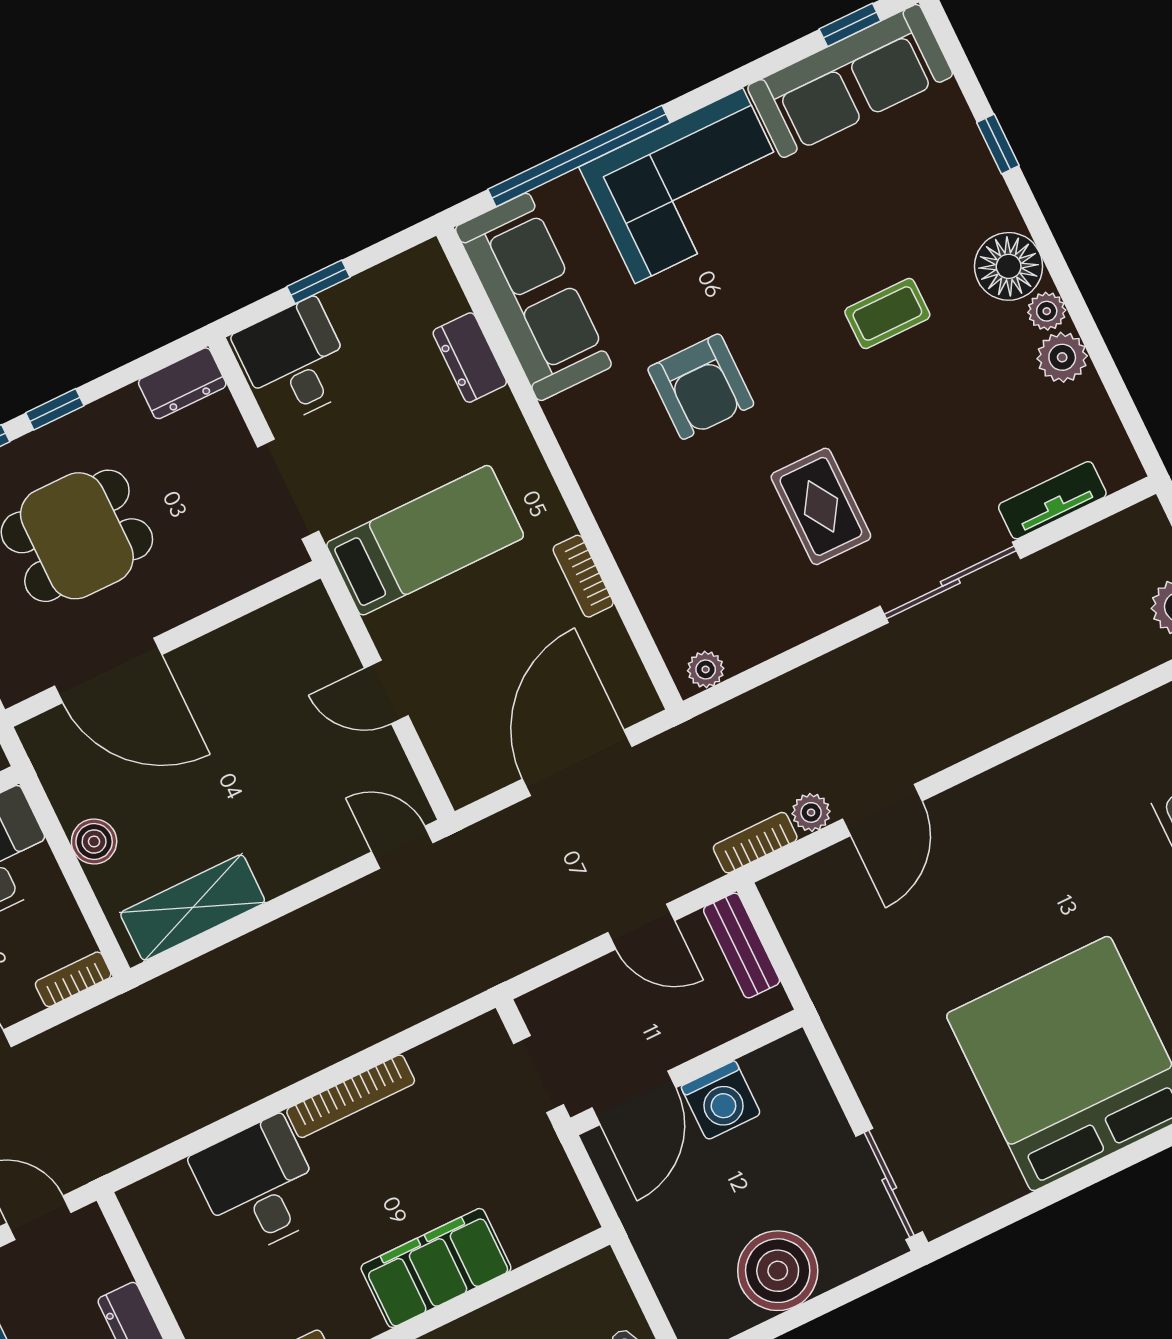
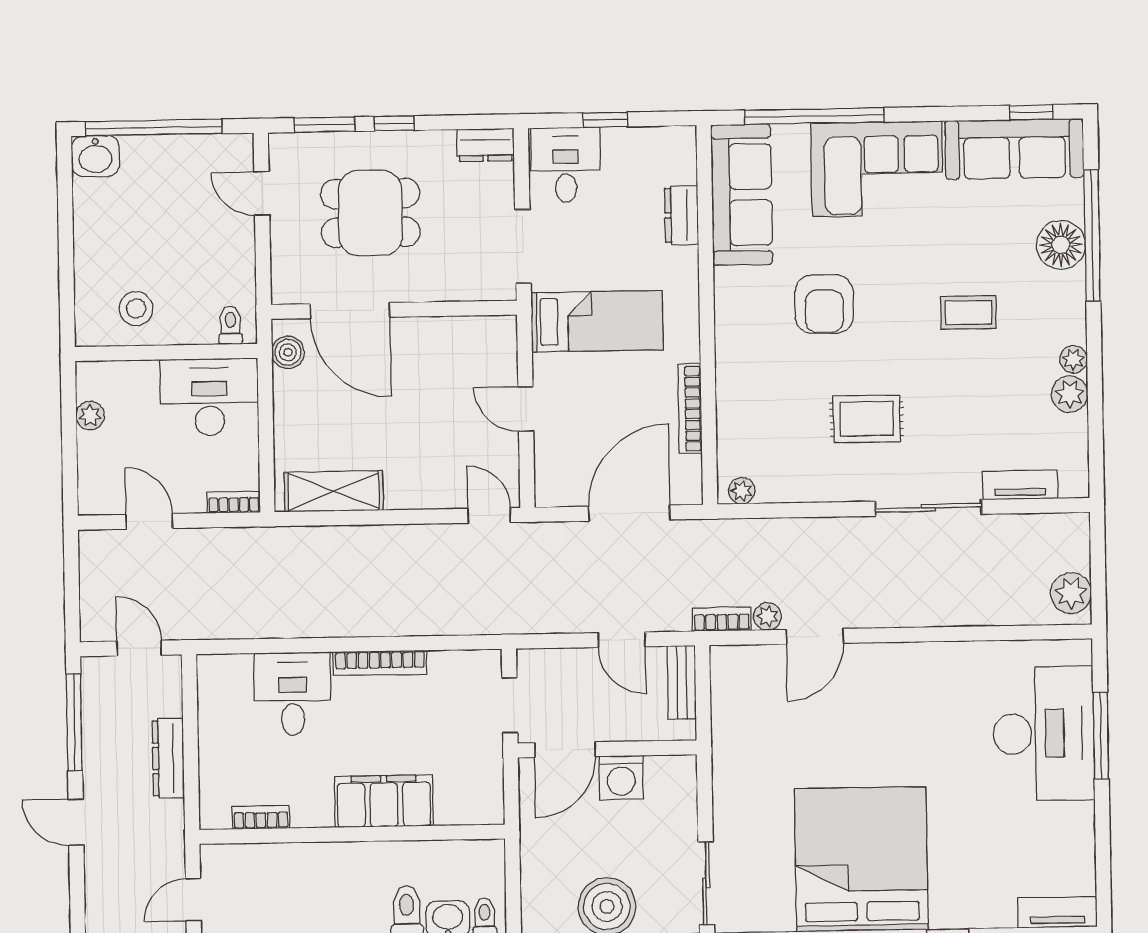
window: (998, 144) -> (1092, 235), width x3.17
floor lamp: (1009, 266) -> (1061, 245), moved
rug: (821, 506) -> (867, 419), turned 90
bookcase: (583, 576) -> (690, 409), width x1.56
boiler: (94, 842) -> (288, 352), moved

